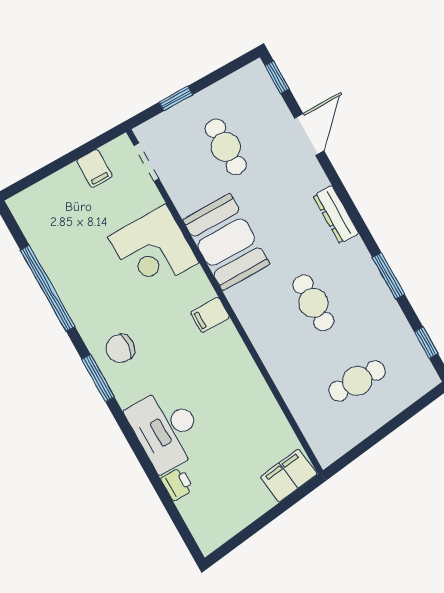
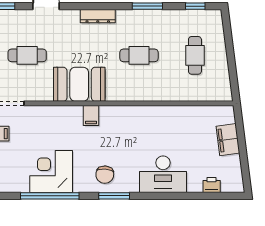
corner desk: (153, 250) -> (51, 171), moved, turned 180
filing cabinet: (210, 315) -> (91, 115), moved
filing cabinet: (289, 476) -> (228, 140), moved
printer: (177, 484) -> (212, 185), moved

